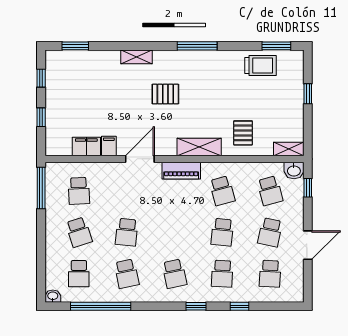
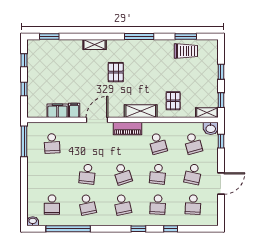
window: (276, 46) -> (186, 36), moved
pallet: (165, 94) -> (116, 72), turned 90
window: (308, 132) -> (221, 100), added
school desk: (79, 232) -> (123, 174), moved

